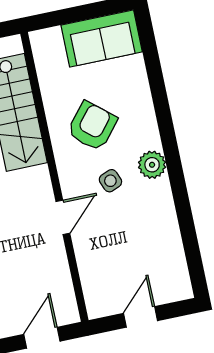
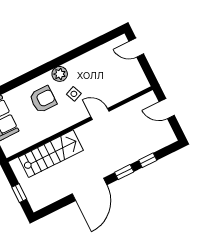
armchair: (92, 126) -> (43, 99), moved, turned 140
door: (140, 317) -> (136, 48), moved

